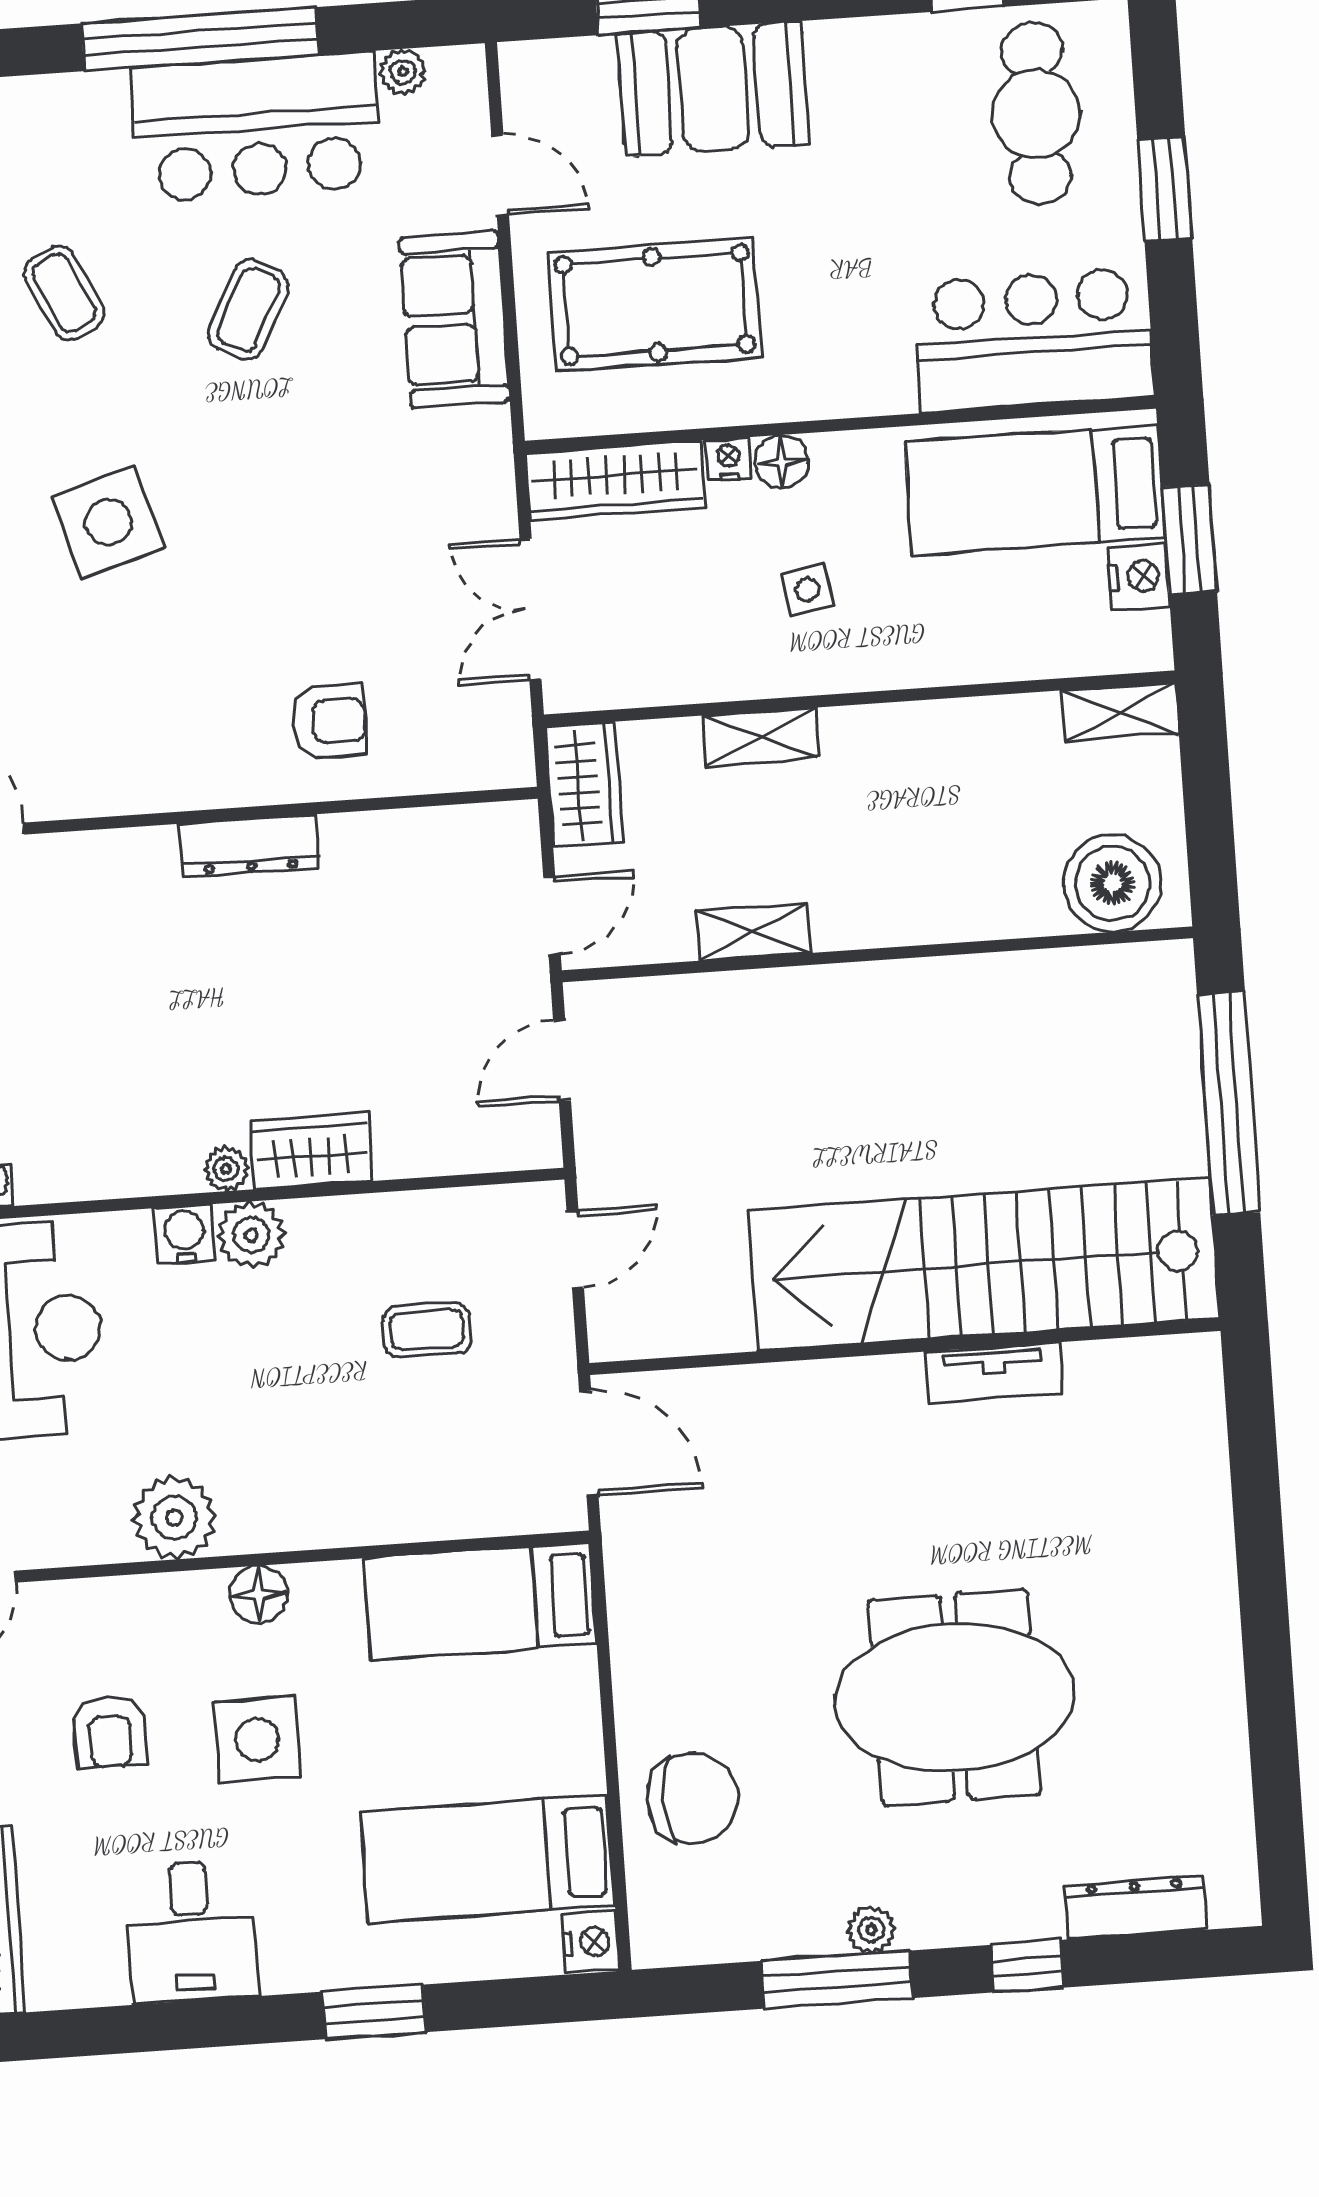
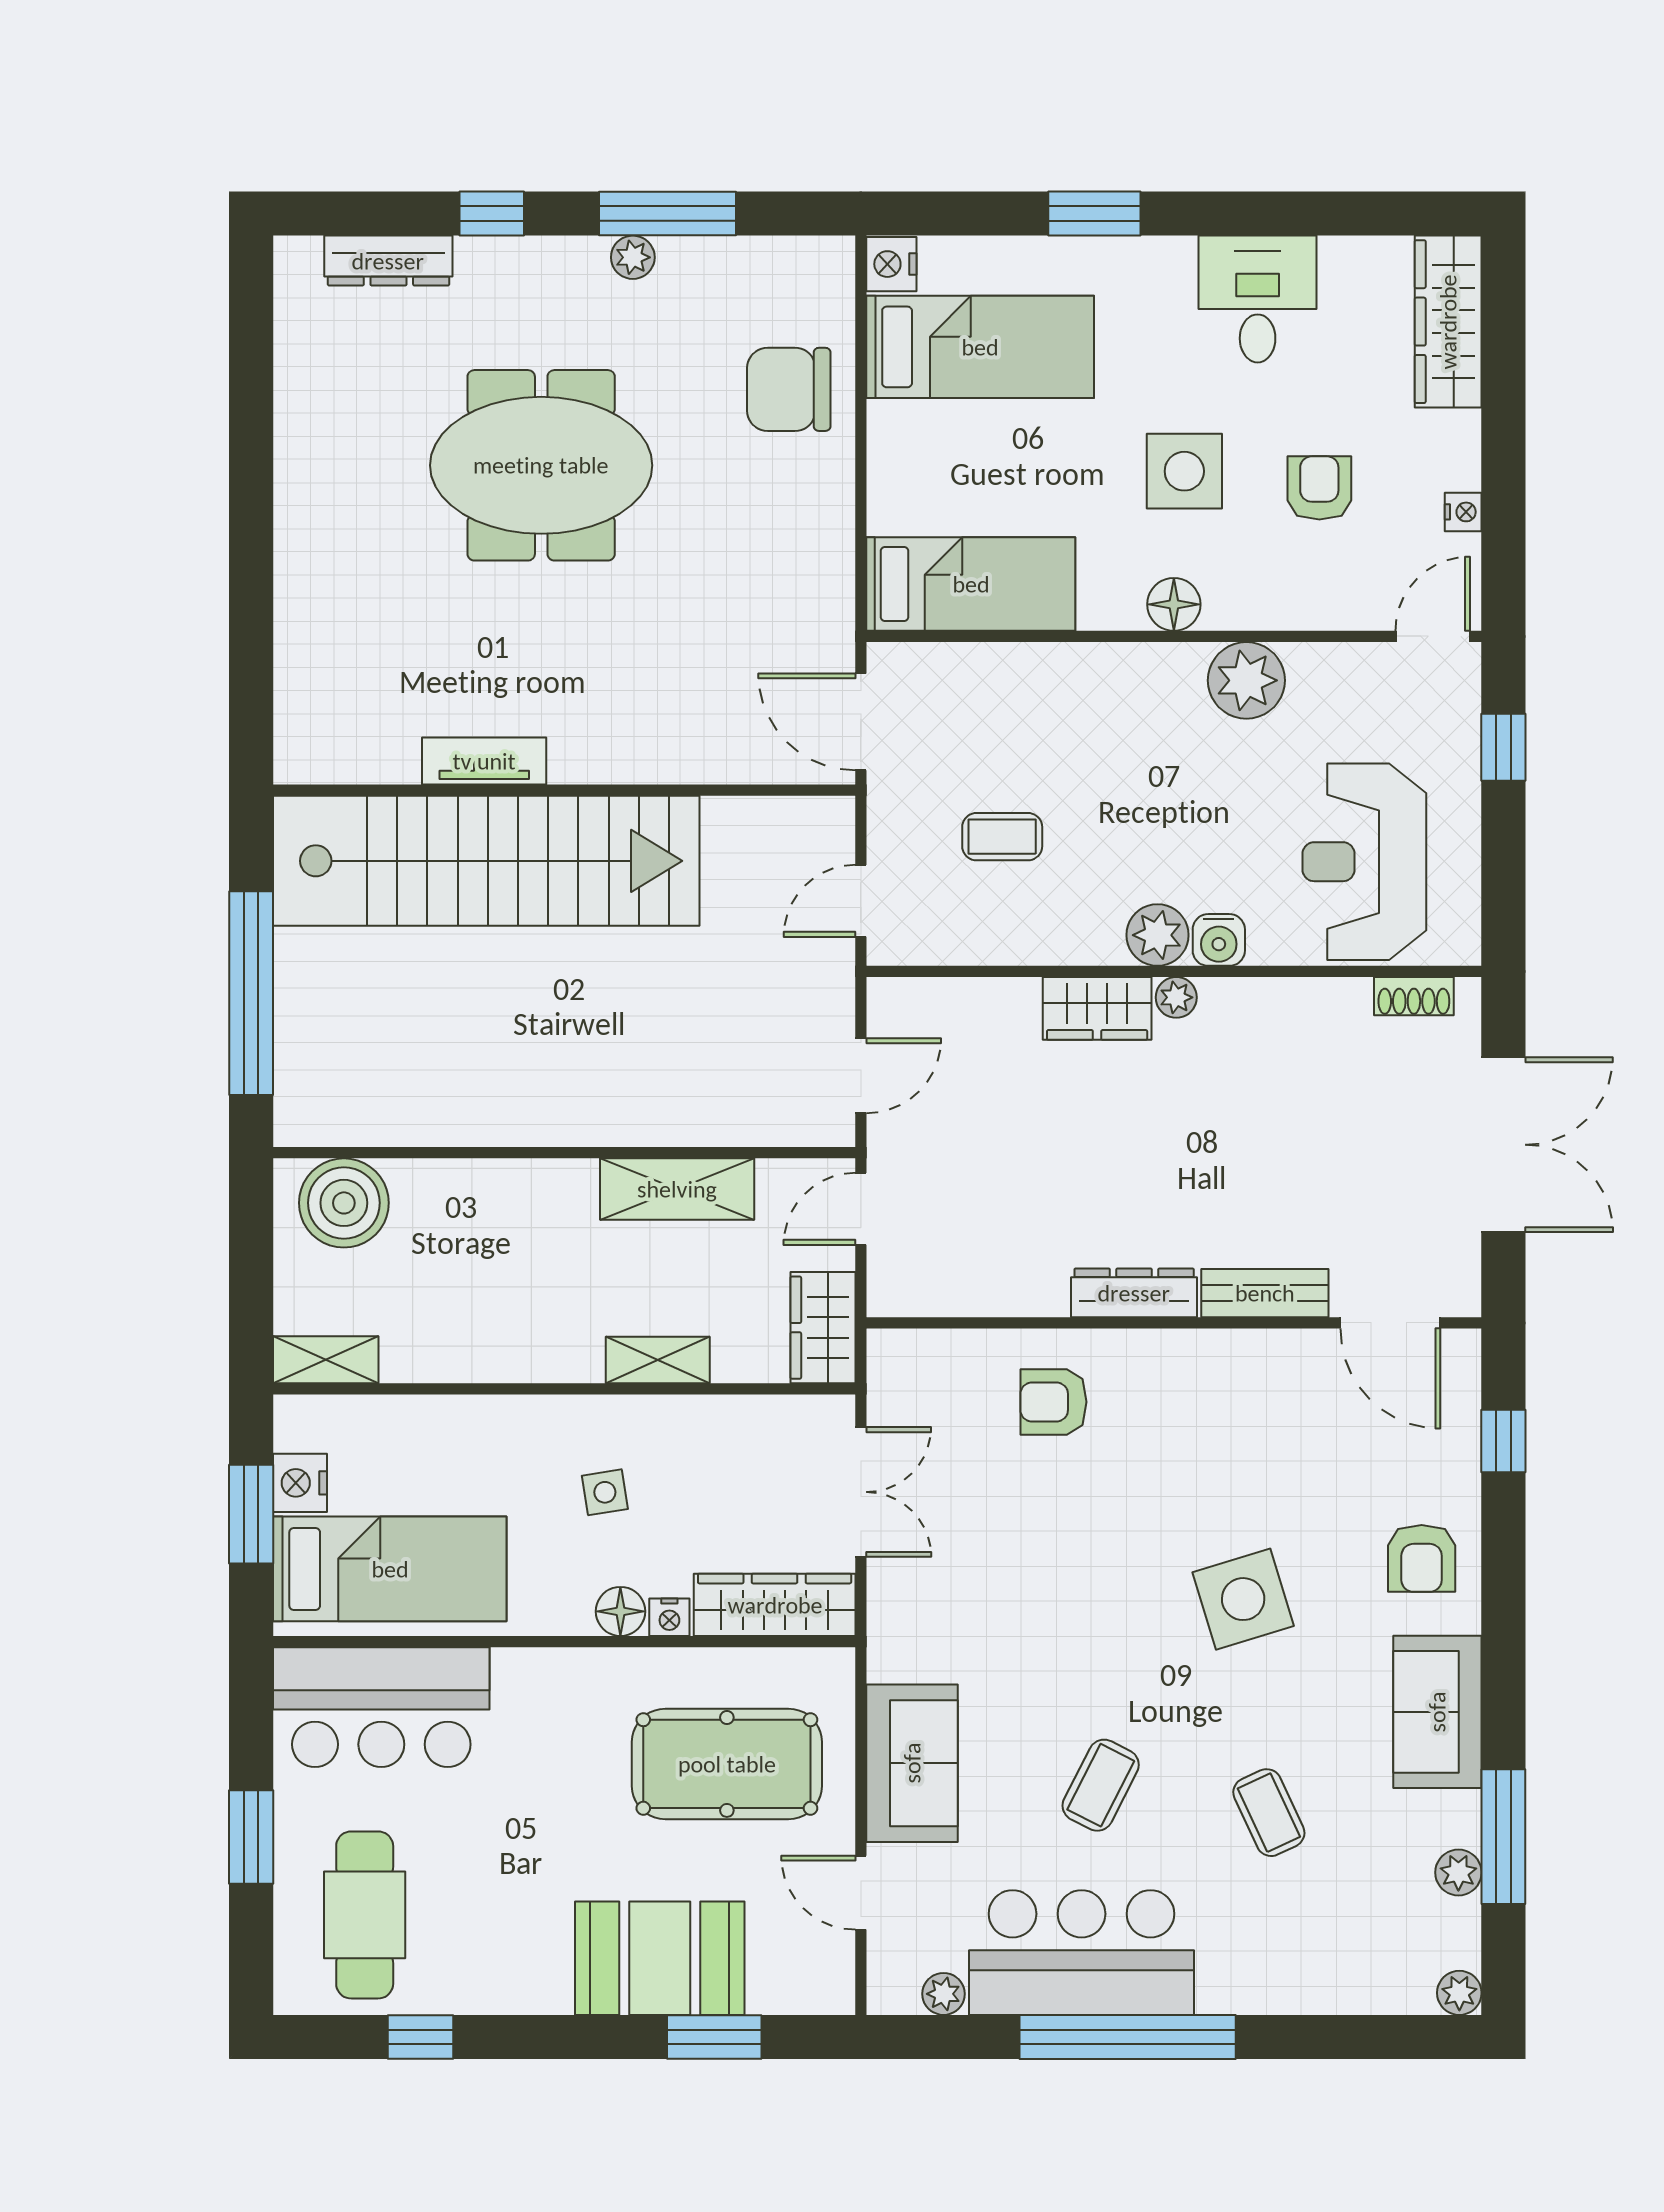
bench: (108, 855) -> (1265, 1293), added
shelving: (753, 932) -> (677, 1189), width x1.50, depth x1.33

